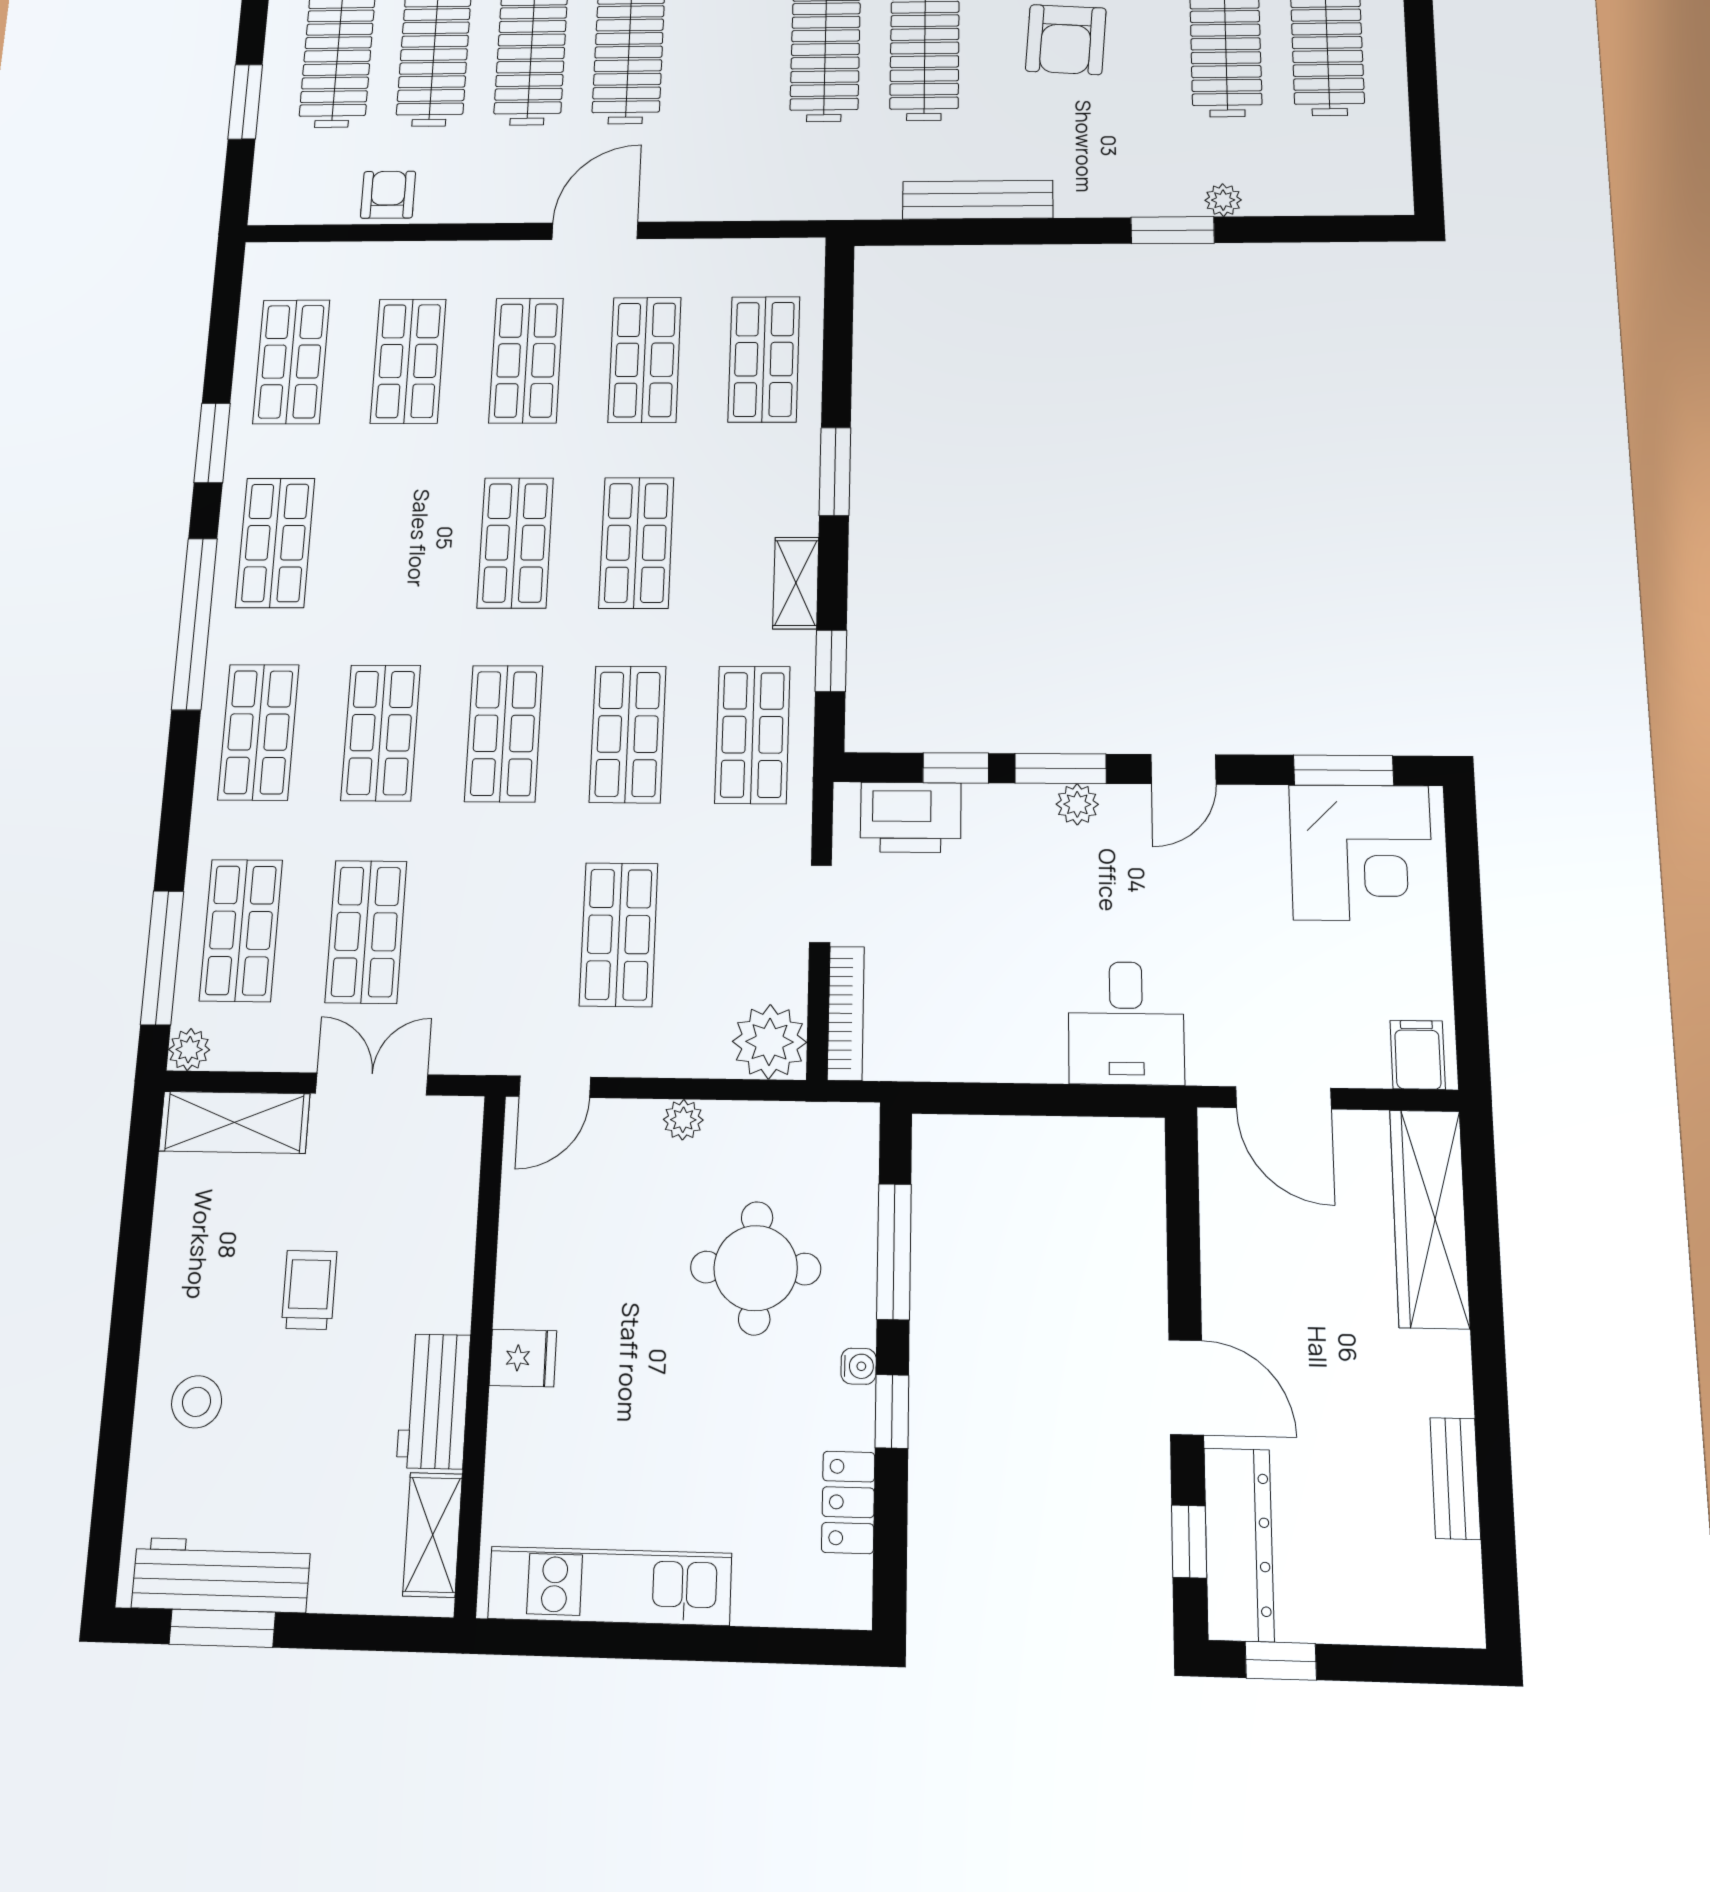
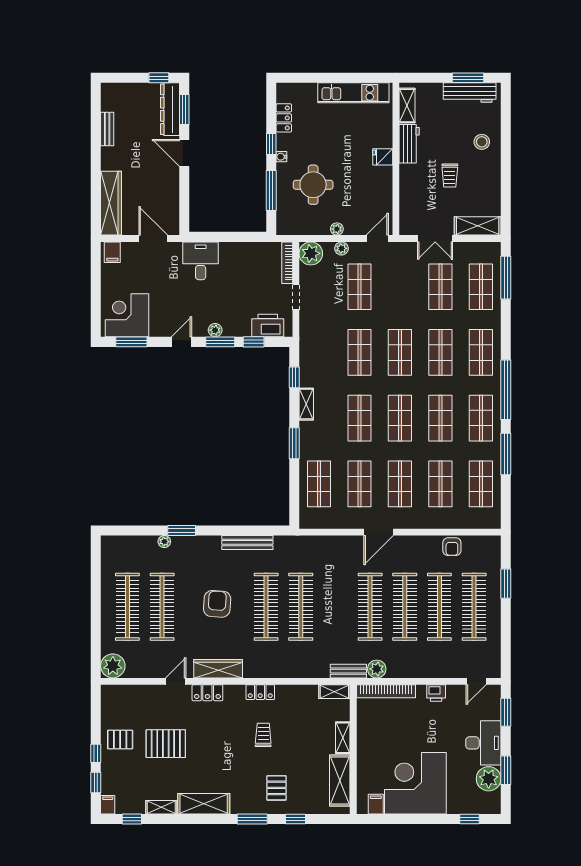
window: (212, 443) -> (506, 454), width x1.44
shop shelf: (752, 735) -> (440, 418), moved
plant: (189, 1050) -> (341, 248), moved
window: (1189, 1541) -> (184, 110), width x1.50

